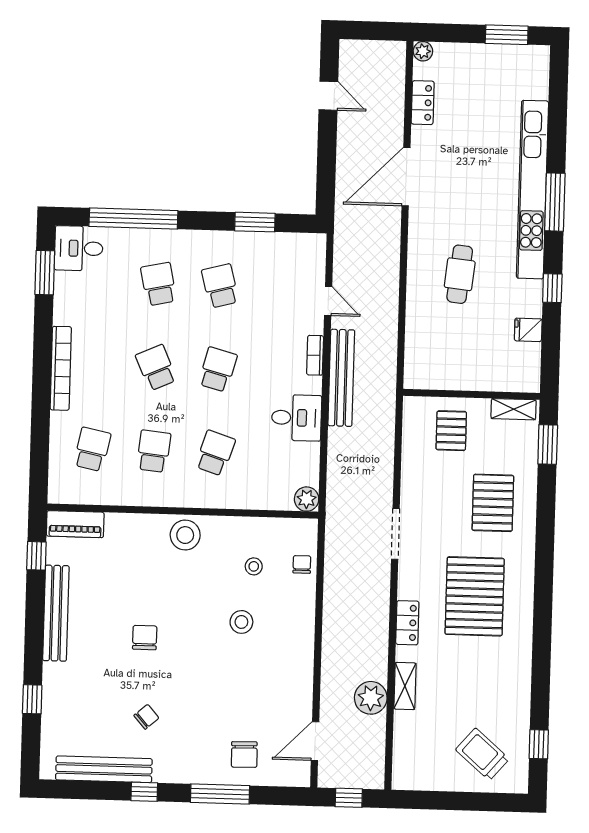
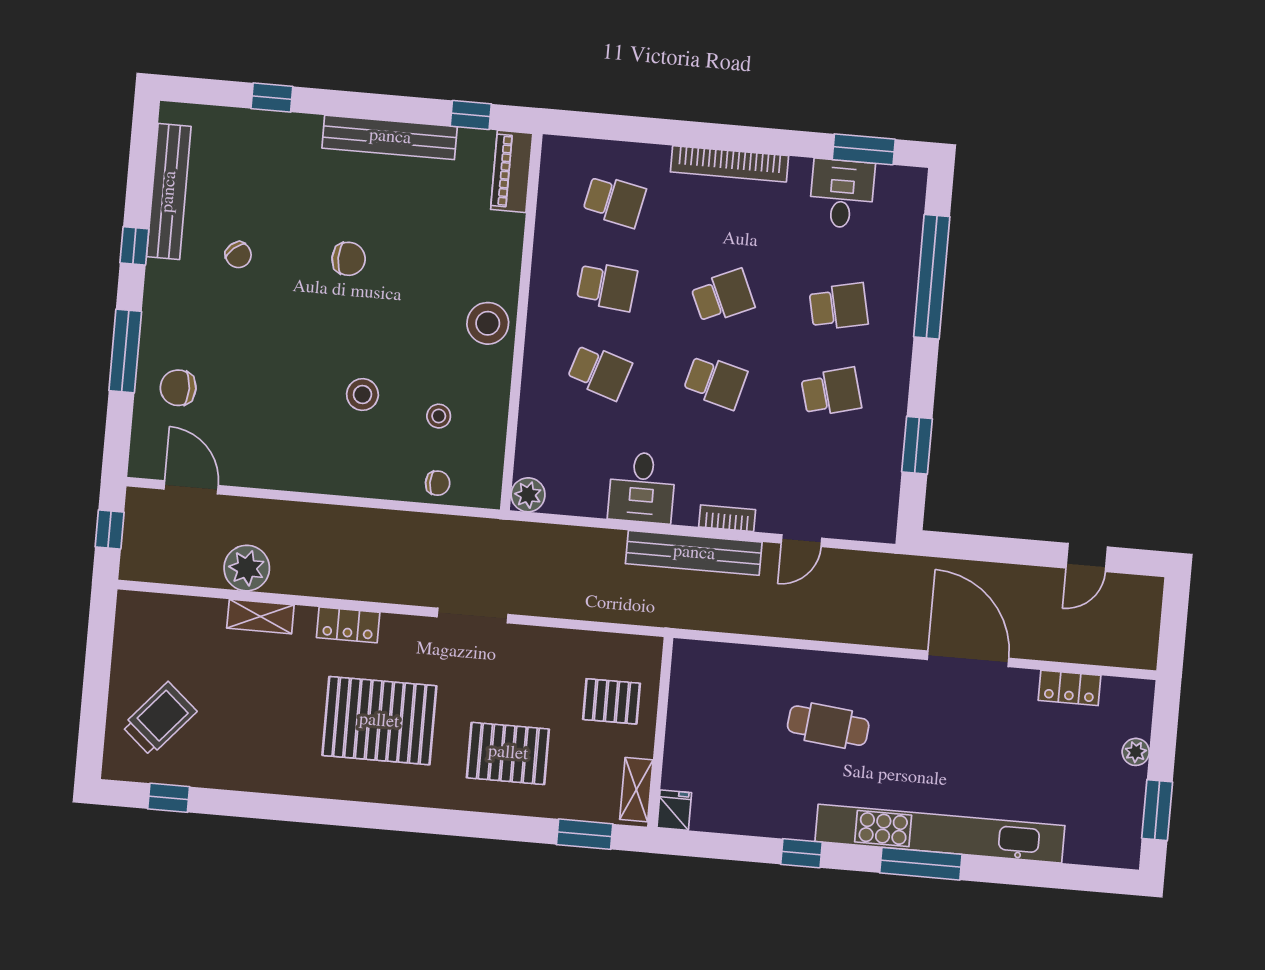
plant: (423, 51) -> (1136, 752), moved
desk: (79, 248) -> (842, 194), moved
fridge: (528, 330) -> (674, 810), moved

